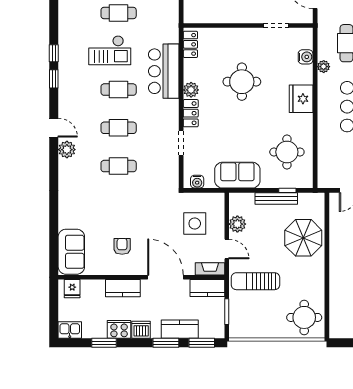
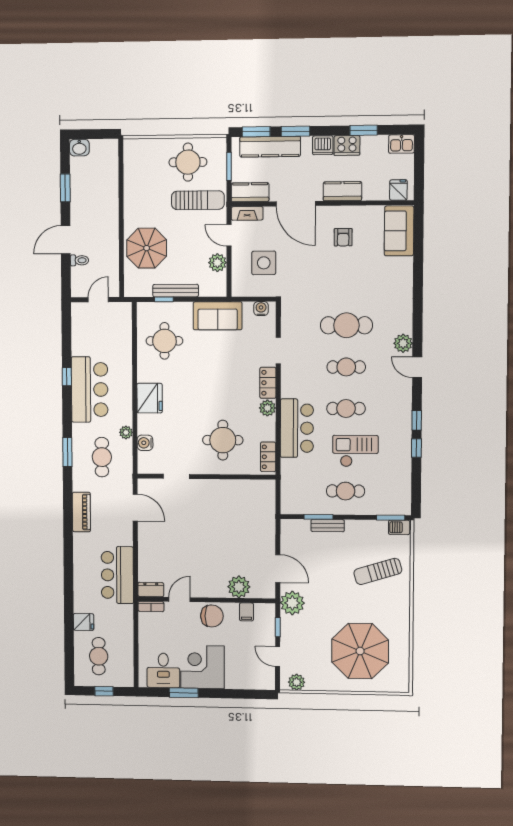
round table: (242, 82) -> (223, 440), moved
cafe table: (119, 166) -> (346, 325), width x1.37, depth x1.35
round table: (304, 317) -> (188, 162), moved
kitchen counter: (180, 329) -> (270, 147), width x1.50

